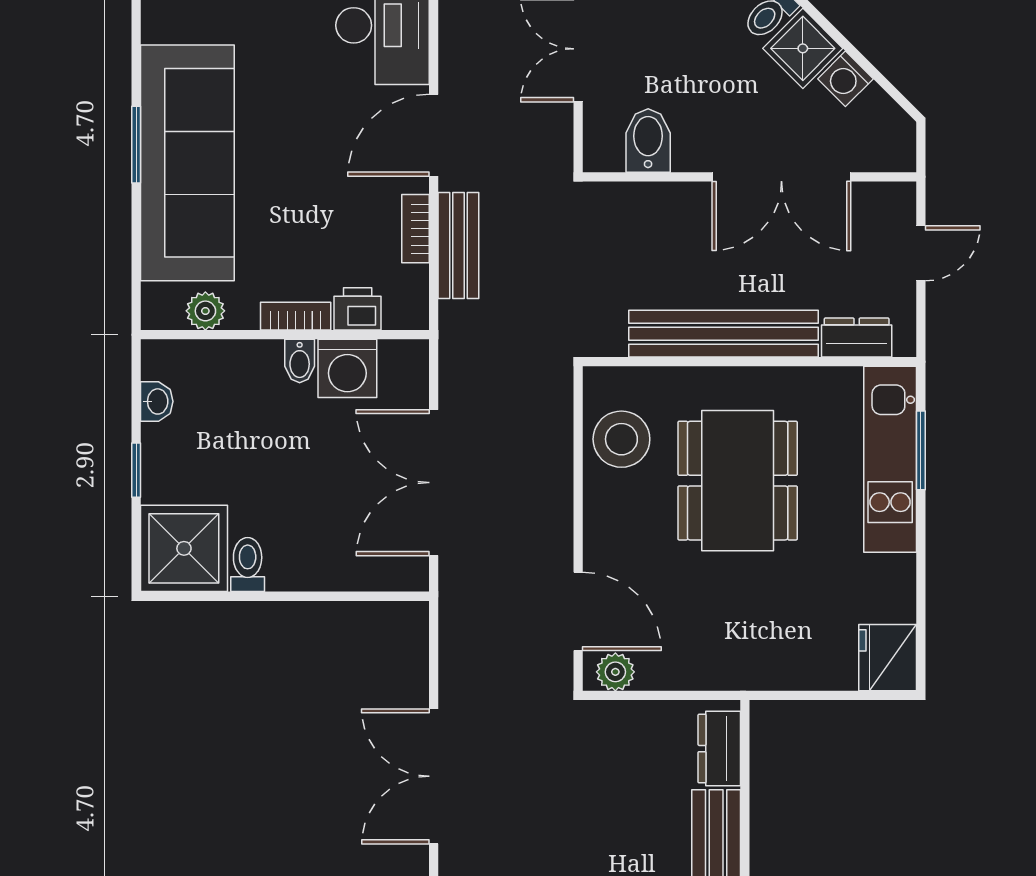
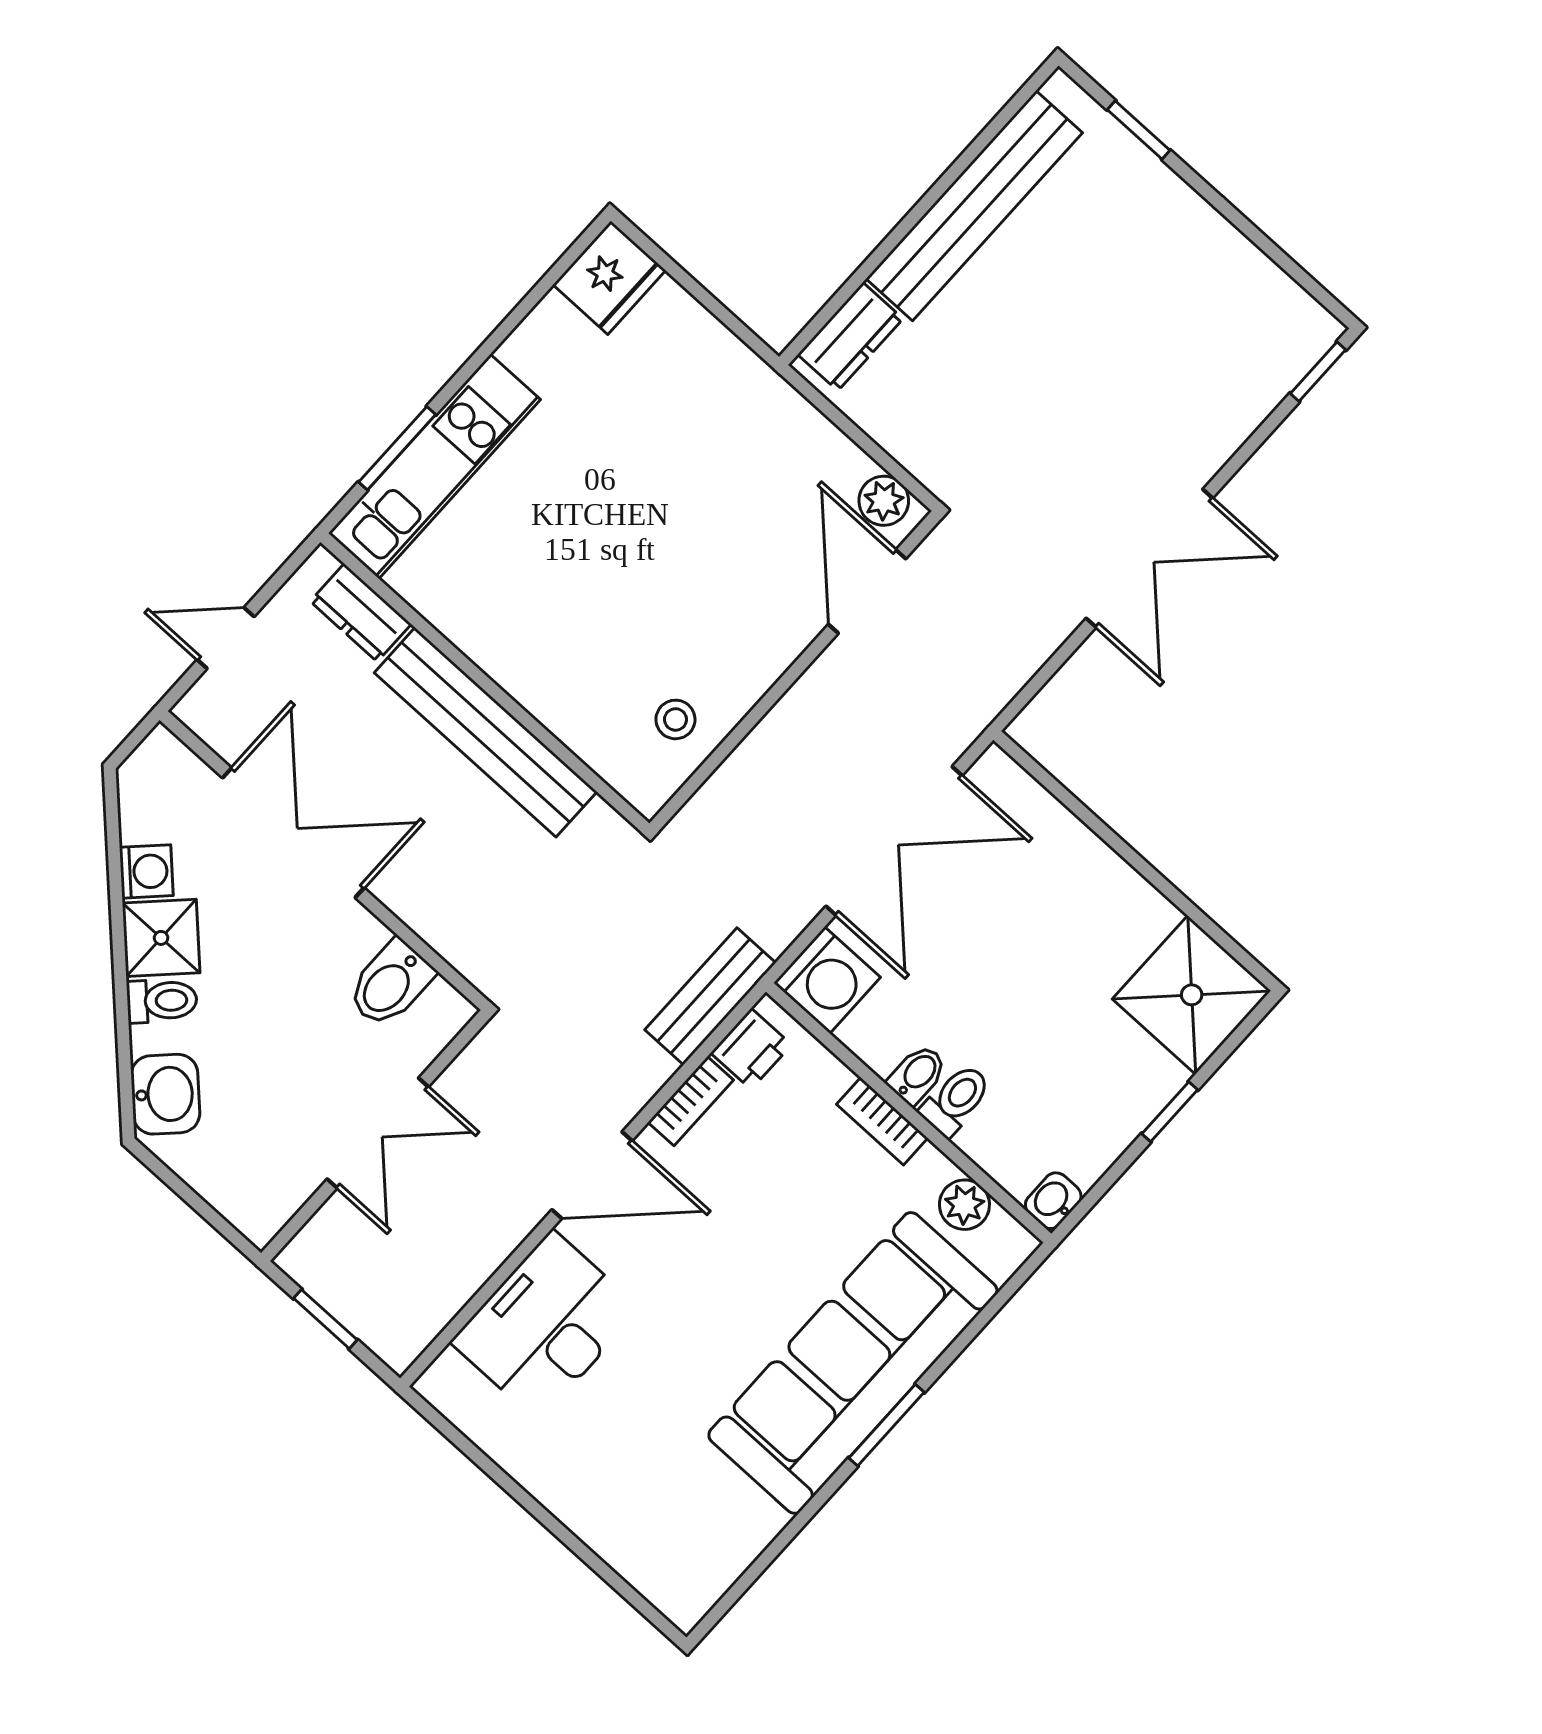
bench: (458, 245) -> (710, 996), moved
printer: (358, 309) -> (751, 1049), moved, turned -90
washing machine: (347, 368) -> (827, 980), moved, turned 90
washbasin: (157, 401) -> (1053, 1201), moved
stool: (621, 439) -> (675, 719), width x0.53, depth x0.53
dining table: (738, 481) -> (600, 579), removed
toilet: (248, 565) -> (956, 1100), moved, turned 180

